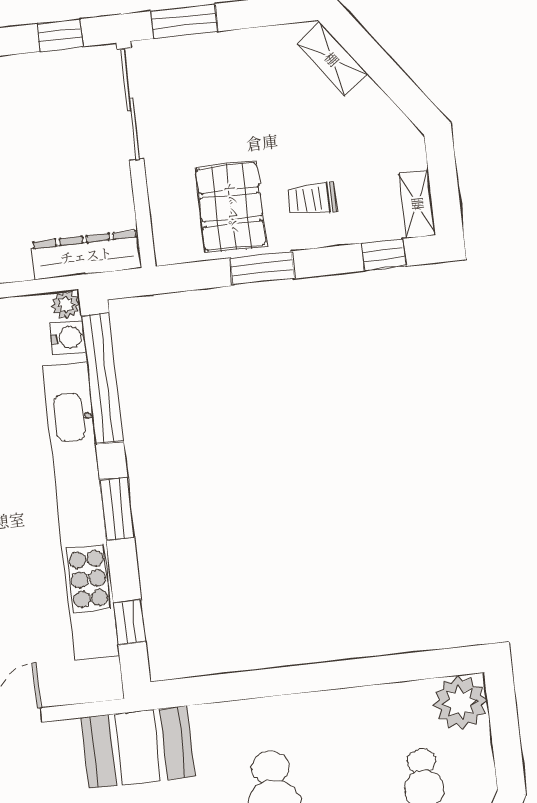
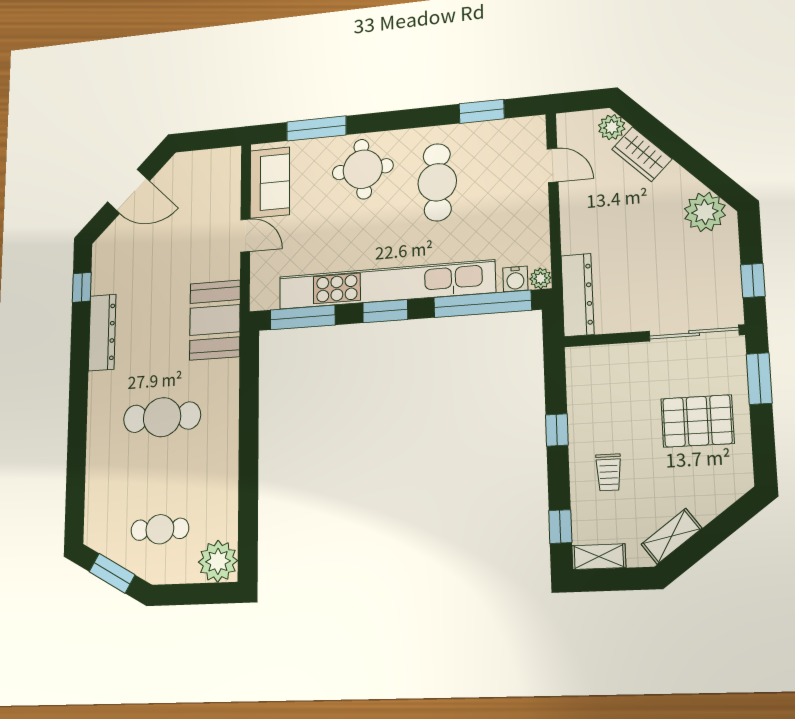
shelving: (332, 59) -> (672, 536), moved
trolley: (312, 199) -> (609, 472), turned 180
pallet: (231, 207) -> (697, 421), moved
window: (262, 268) -> (557, 430), width x0.67
window: (130, 623) -> (303, 317), width x2.17

